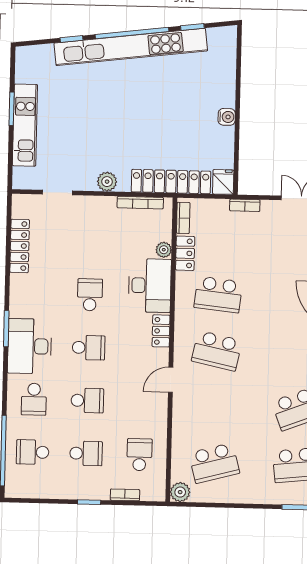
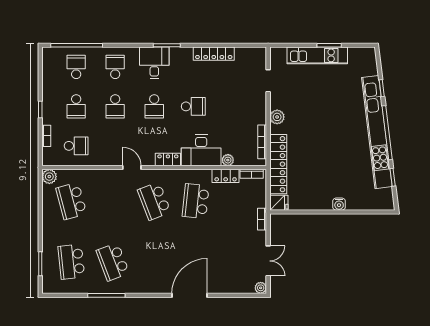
water cooler: (227, 117) -> (339, 204), moved
locker: (20, 246) -> (214, 54), moved
desk: (30, 346) -> (154, 63), width x0.73
school desk: (217, 351) -> (154, 201), turned -33
school desk: (34, 399) -> (115, 67), turned 90

